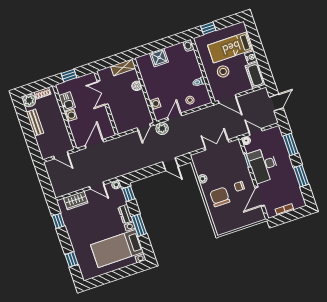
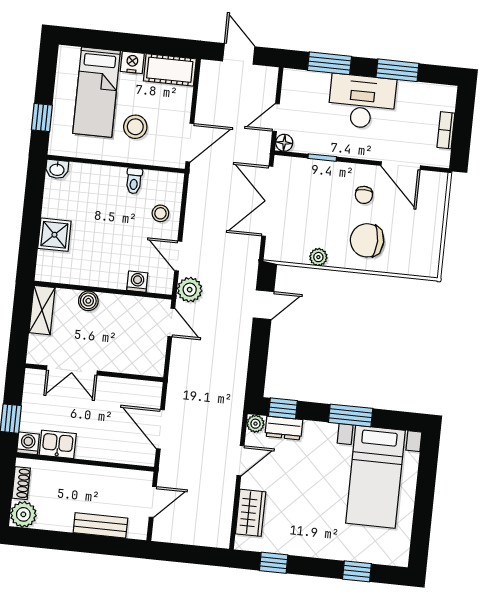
washing machine: (71, 115) -> (28, 443), moved
bench: (35, 123) -> (100, 525), moved
double door: (217, 145) -> (267, 201), width x1.37
desk: (263, 165) -> (362, 102), moved, turned 180
dresser: (125, 214) -> (284, 428), moved

